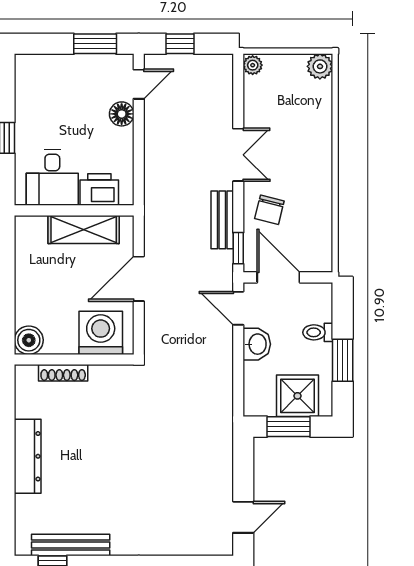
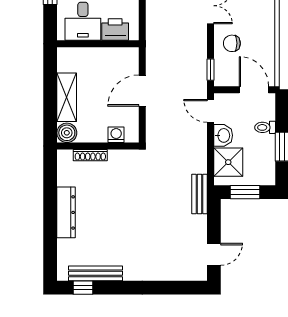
chair: (269, 210) -> (232, 43), turned 76
bench: (222, 220) -> (199, 194), moved
shelving: (84, 230) -> (67, 97), moved, turned 90
door: (278, 277) -> (254, 90), moved
washing machine: (101, 333) -> (116, 135), width x0.53, depth x0.53
shower: (297, 396) -> (228, 162), moved

